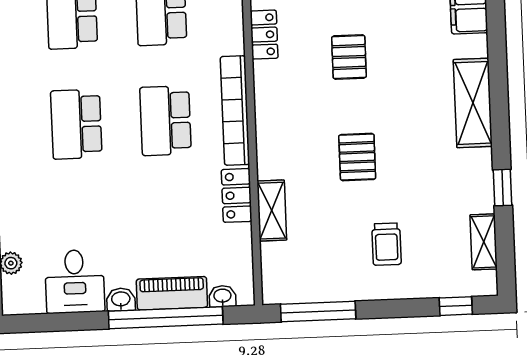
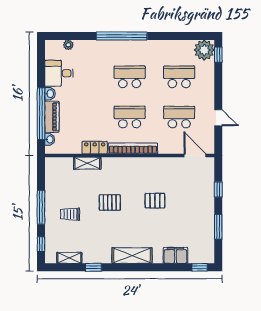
locker: (264, 35) -> (167, 163), removed
window: (318, 312) -> (41, 207), moved

